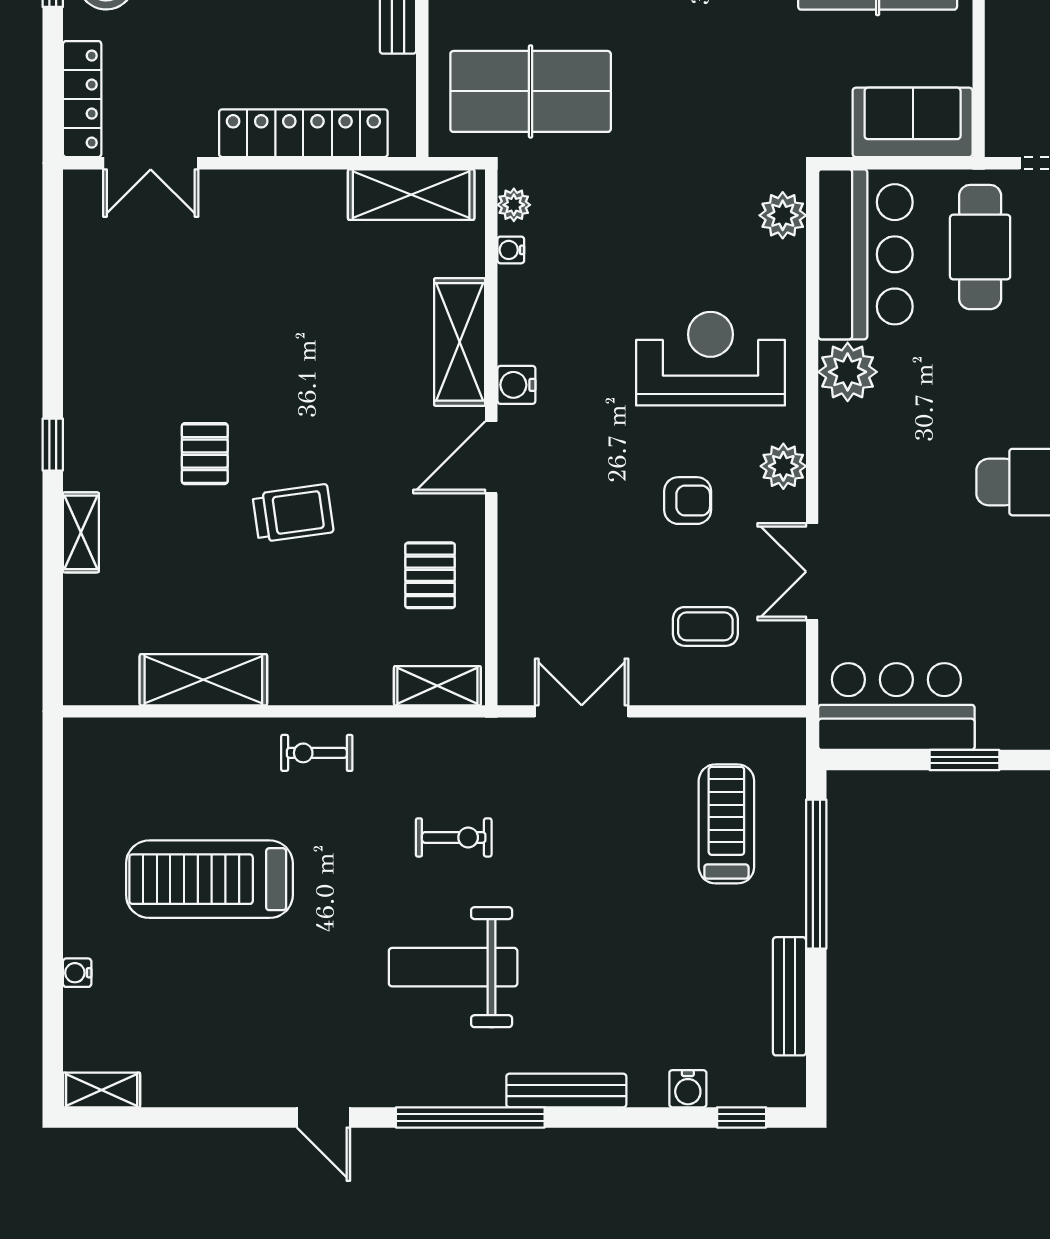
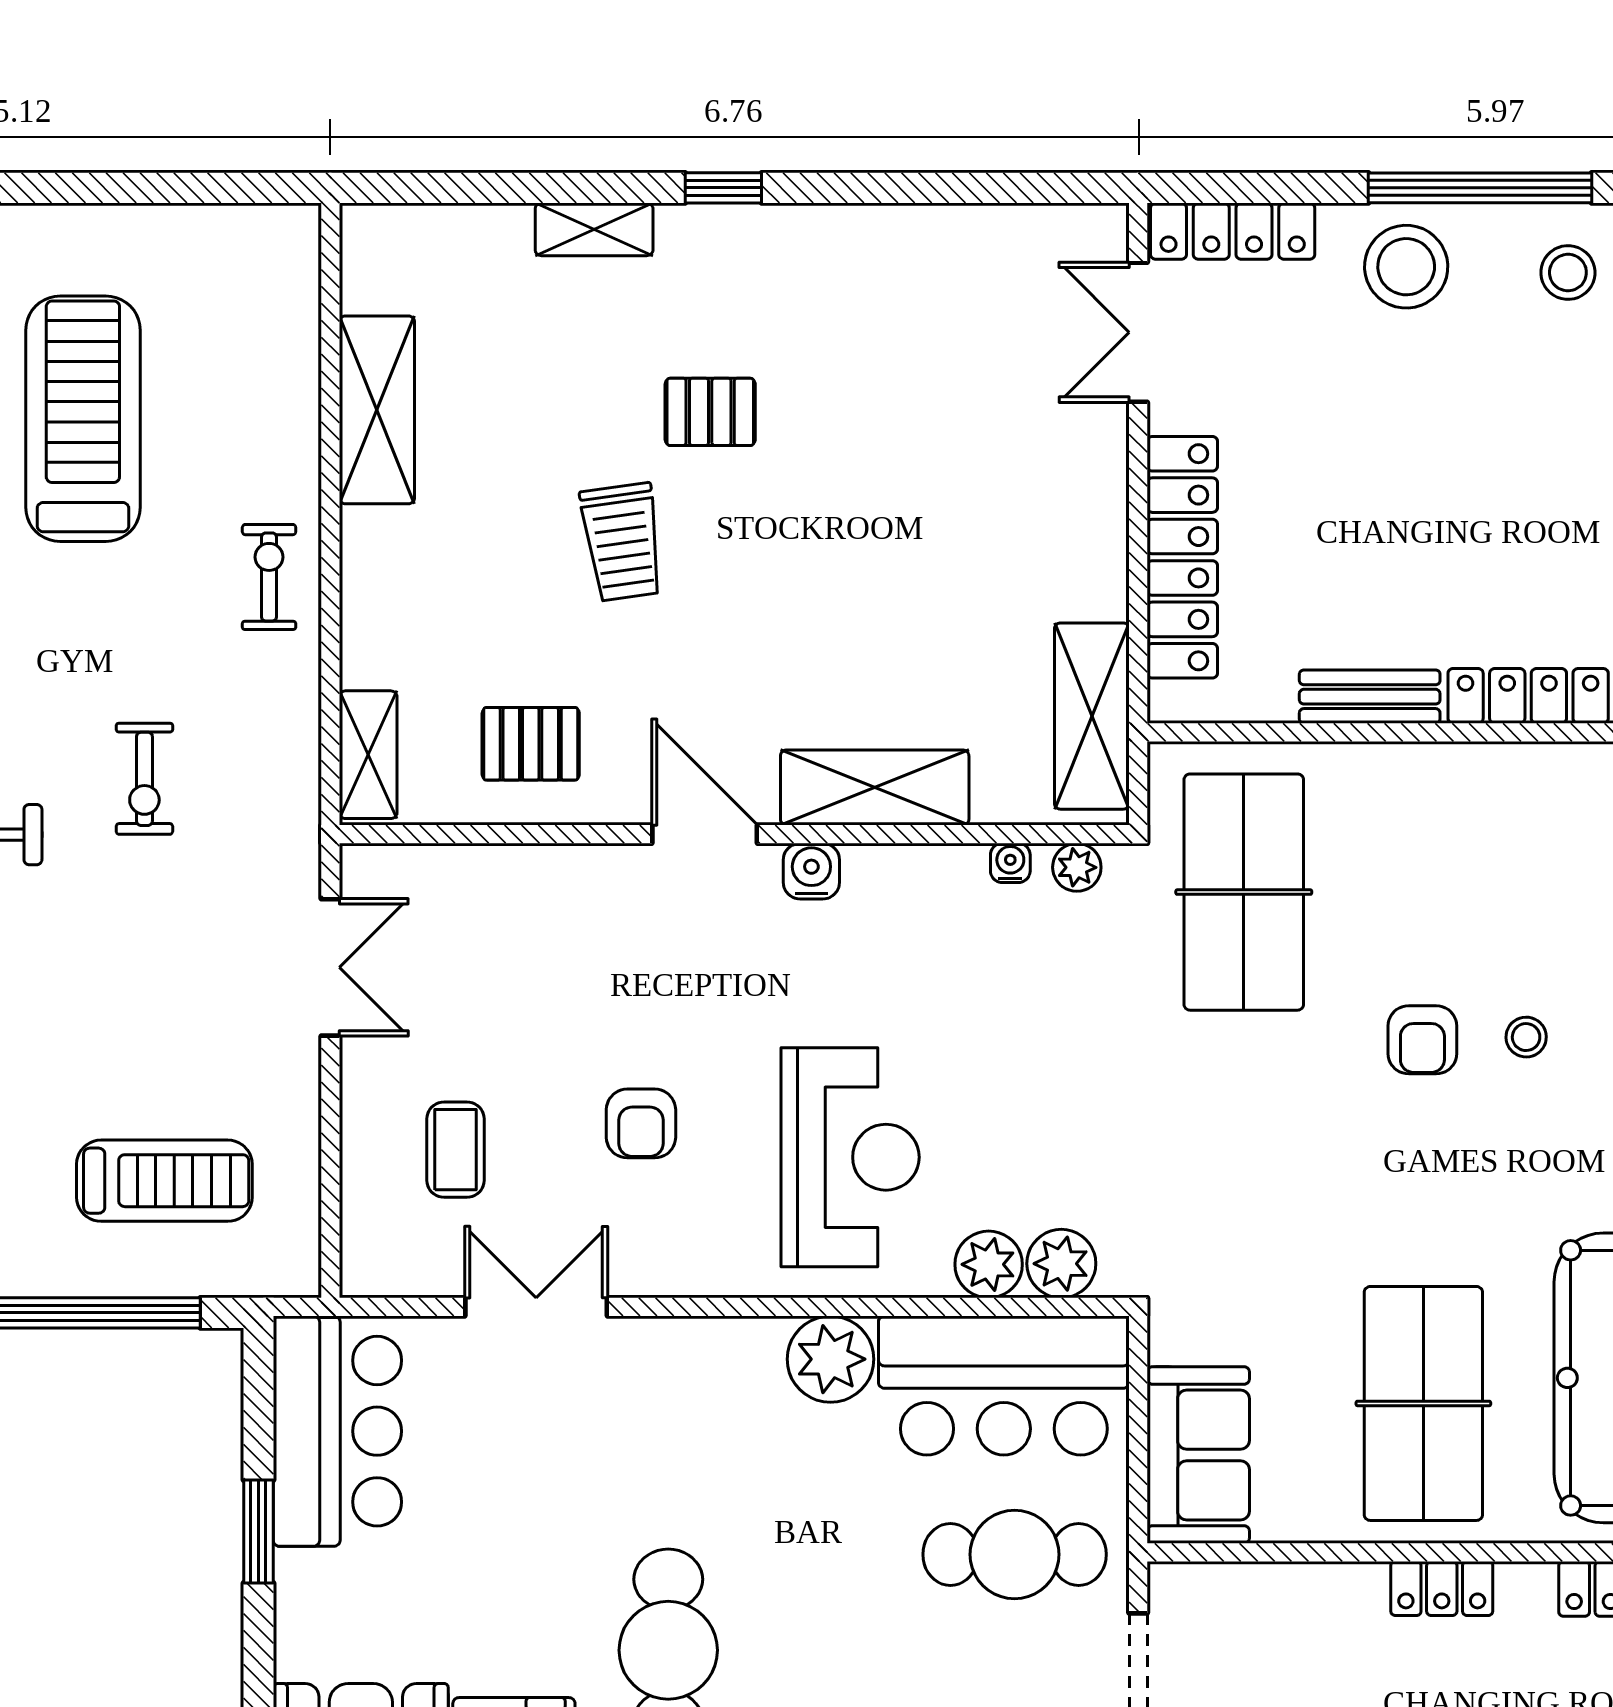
plant: (783, 466) -> (989, 1264), moved

